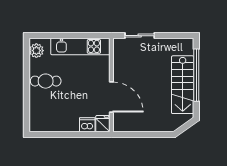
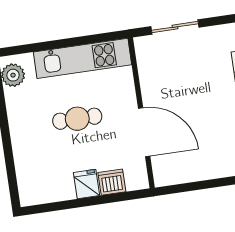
cafe table: (46, 81) -> (77, 119), moved
fridge: (103, 124) -> (87, 184), moved

